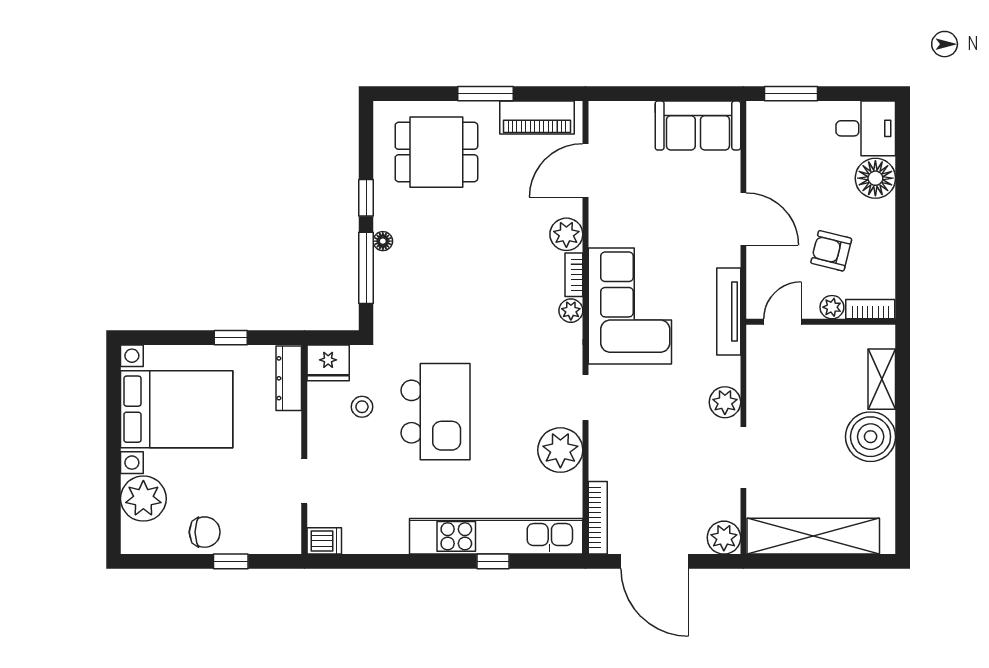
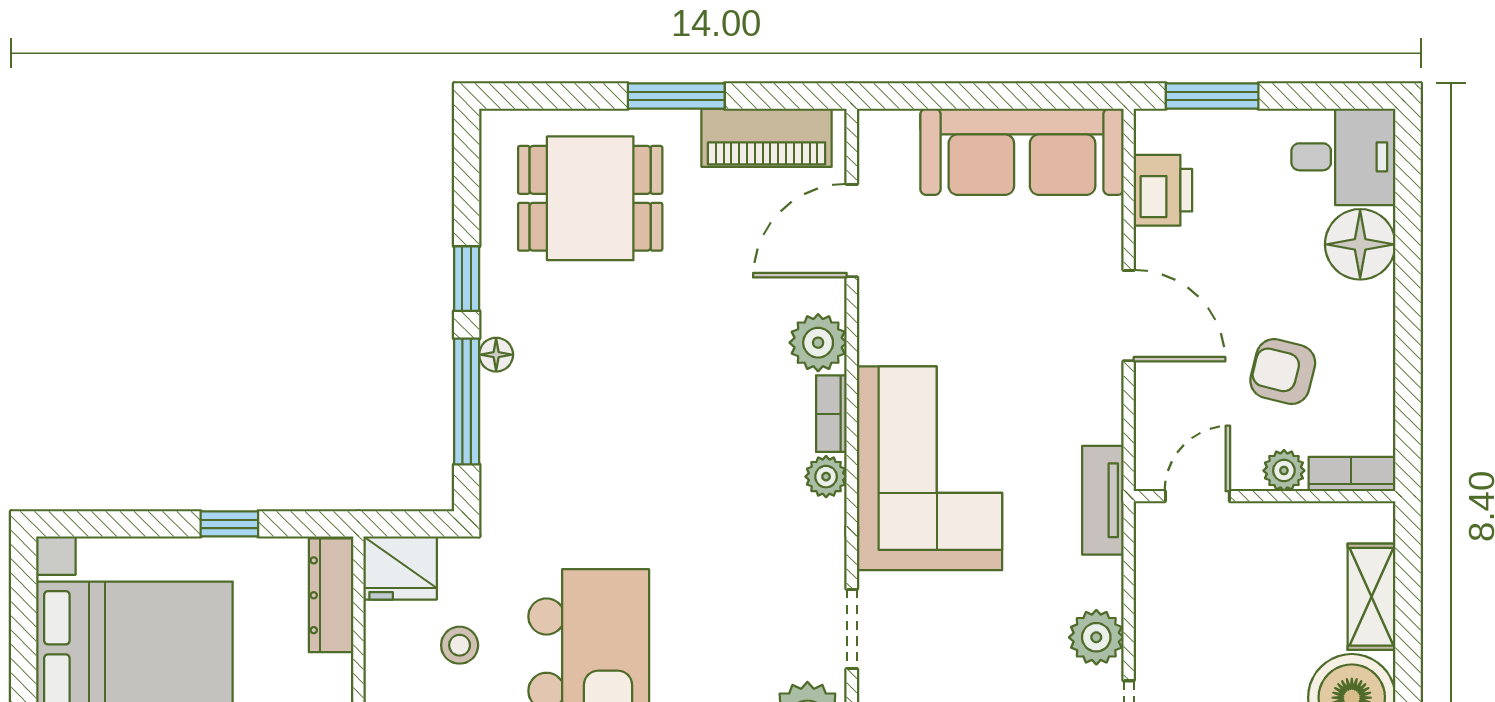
sofa: (698, 125) -> (1022, 152), width x1.36
printer: (763, 147) -> (1163, 190), added
tv unit: (729, 311) -> (1103, 500), width x0.71

